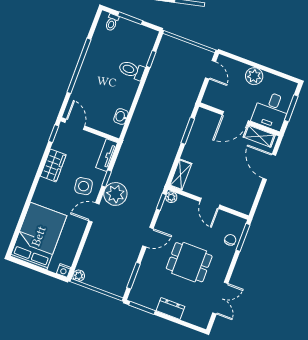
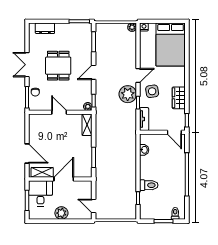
dining table: (189, 262) -> (58, 66), turned 90
double door: (220, 298) -> (27, 65), moved
dresser: (170, 309) -> (45, 28), moved

